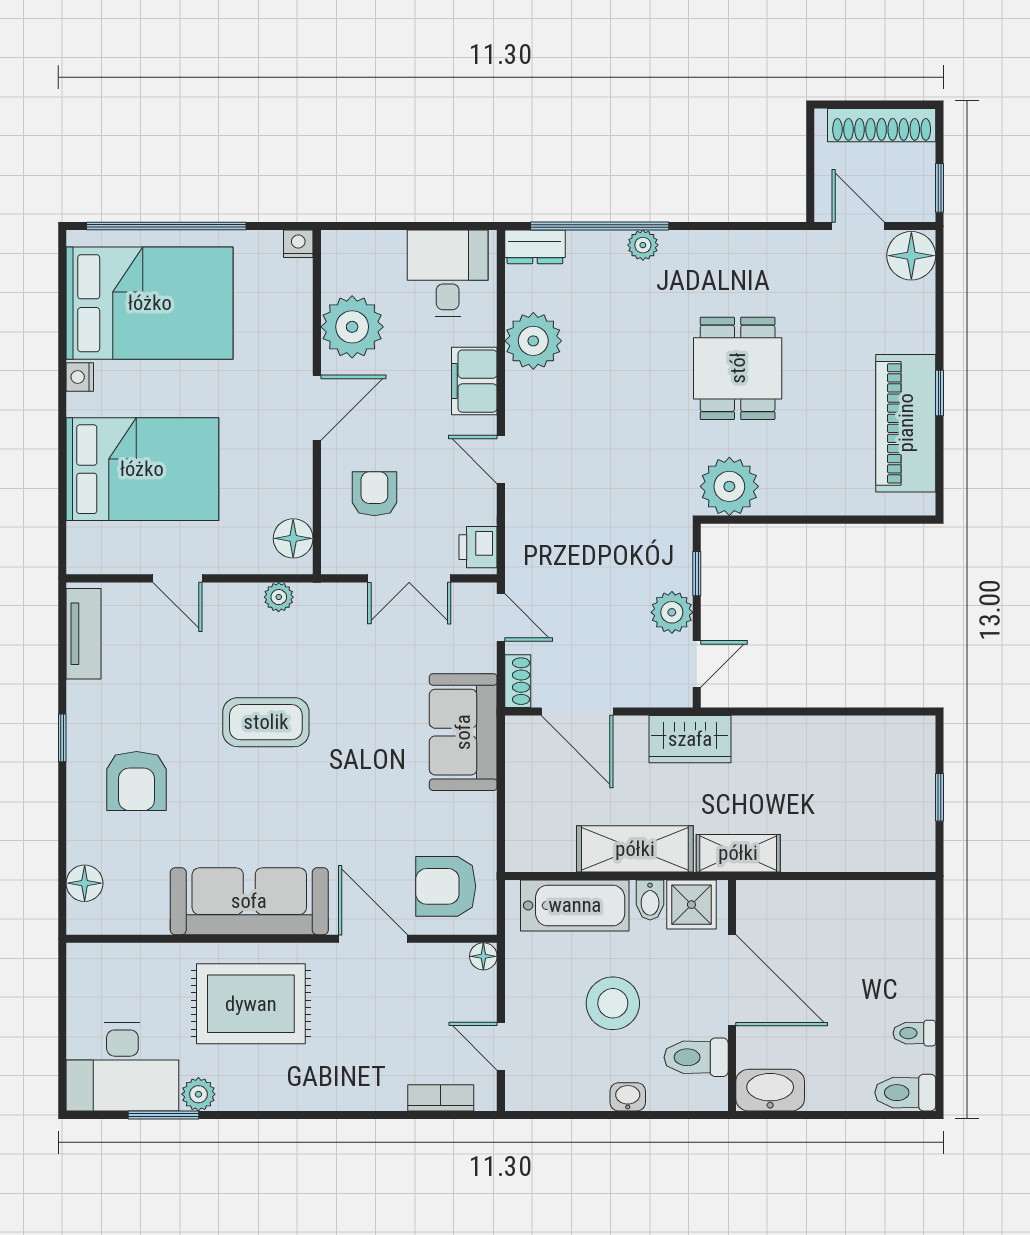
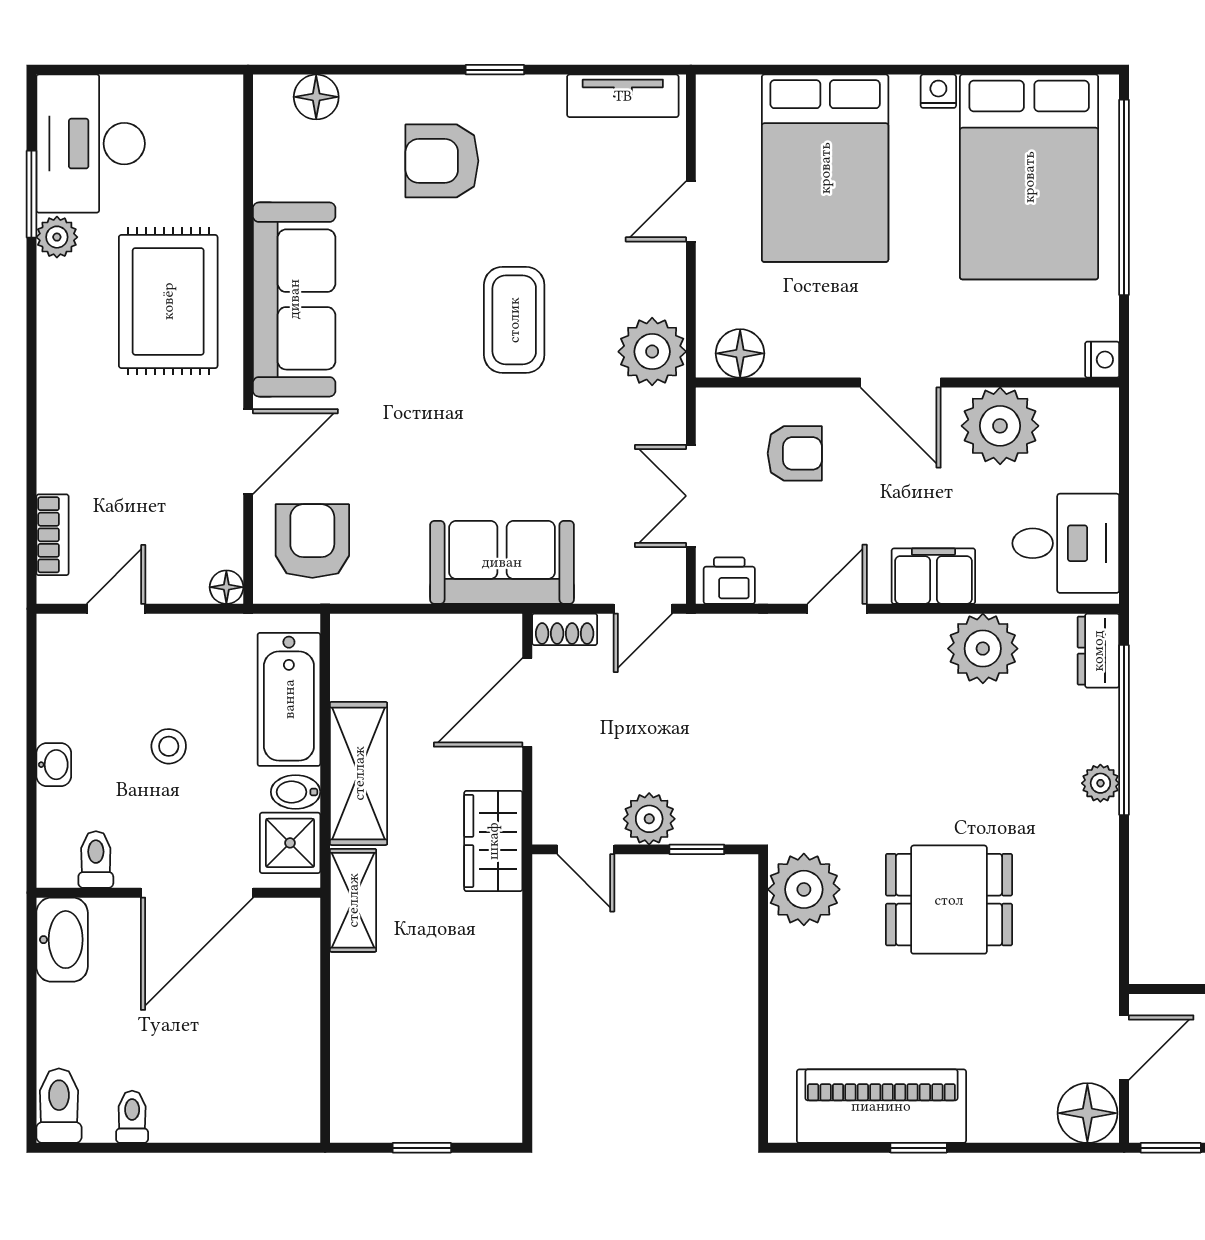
plant: (279, 597) -> (652, 352), width x1.87, depth x1.87
stool: (613, 1003) -> (169, 746), width x0.53, depth x0.53
toilet: (696, 1057) -> (96, 860), width x0.73, depth x0.72

